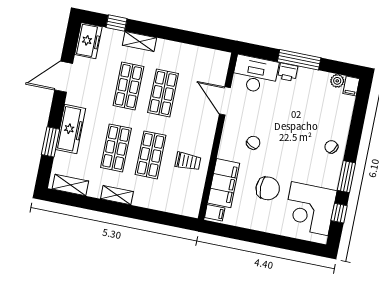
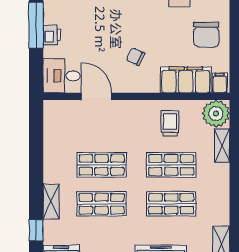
desk: (255, 75) -> (62, 76), width x0.73
door: (225, 101) -> (97, 96), swing flipped
chair: (268, 188) -> (206, 35), moved, turned 180
shelving: (117, 195) -> (222, 145), moved
plant: (188, 204) -> (216, 114), added

